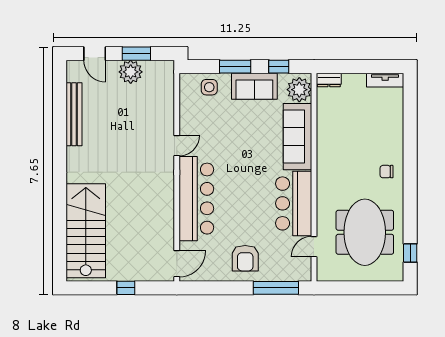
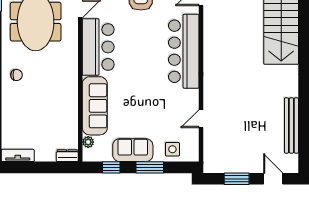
plant: (131, 72) -> (242, 163), removed
plant: (299, 90) -> (88, 142), width x0.53, depth x0.53
door: (177, 146) -> (201, 119), moved

